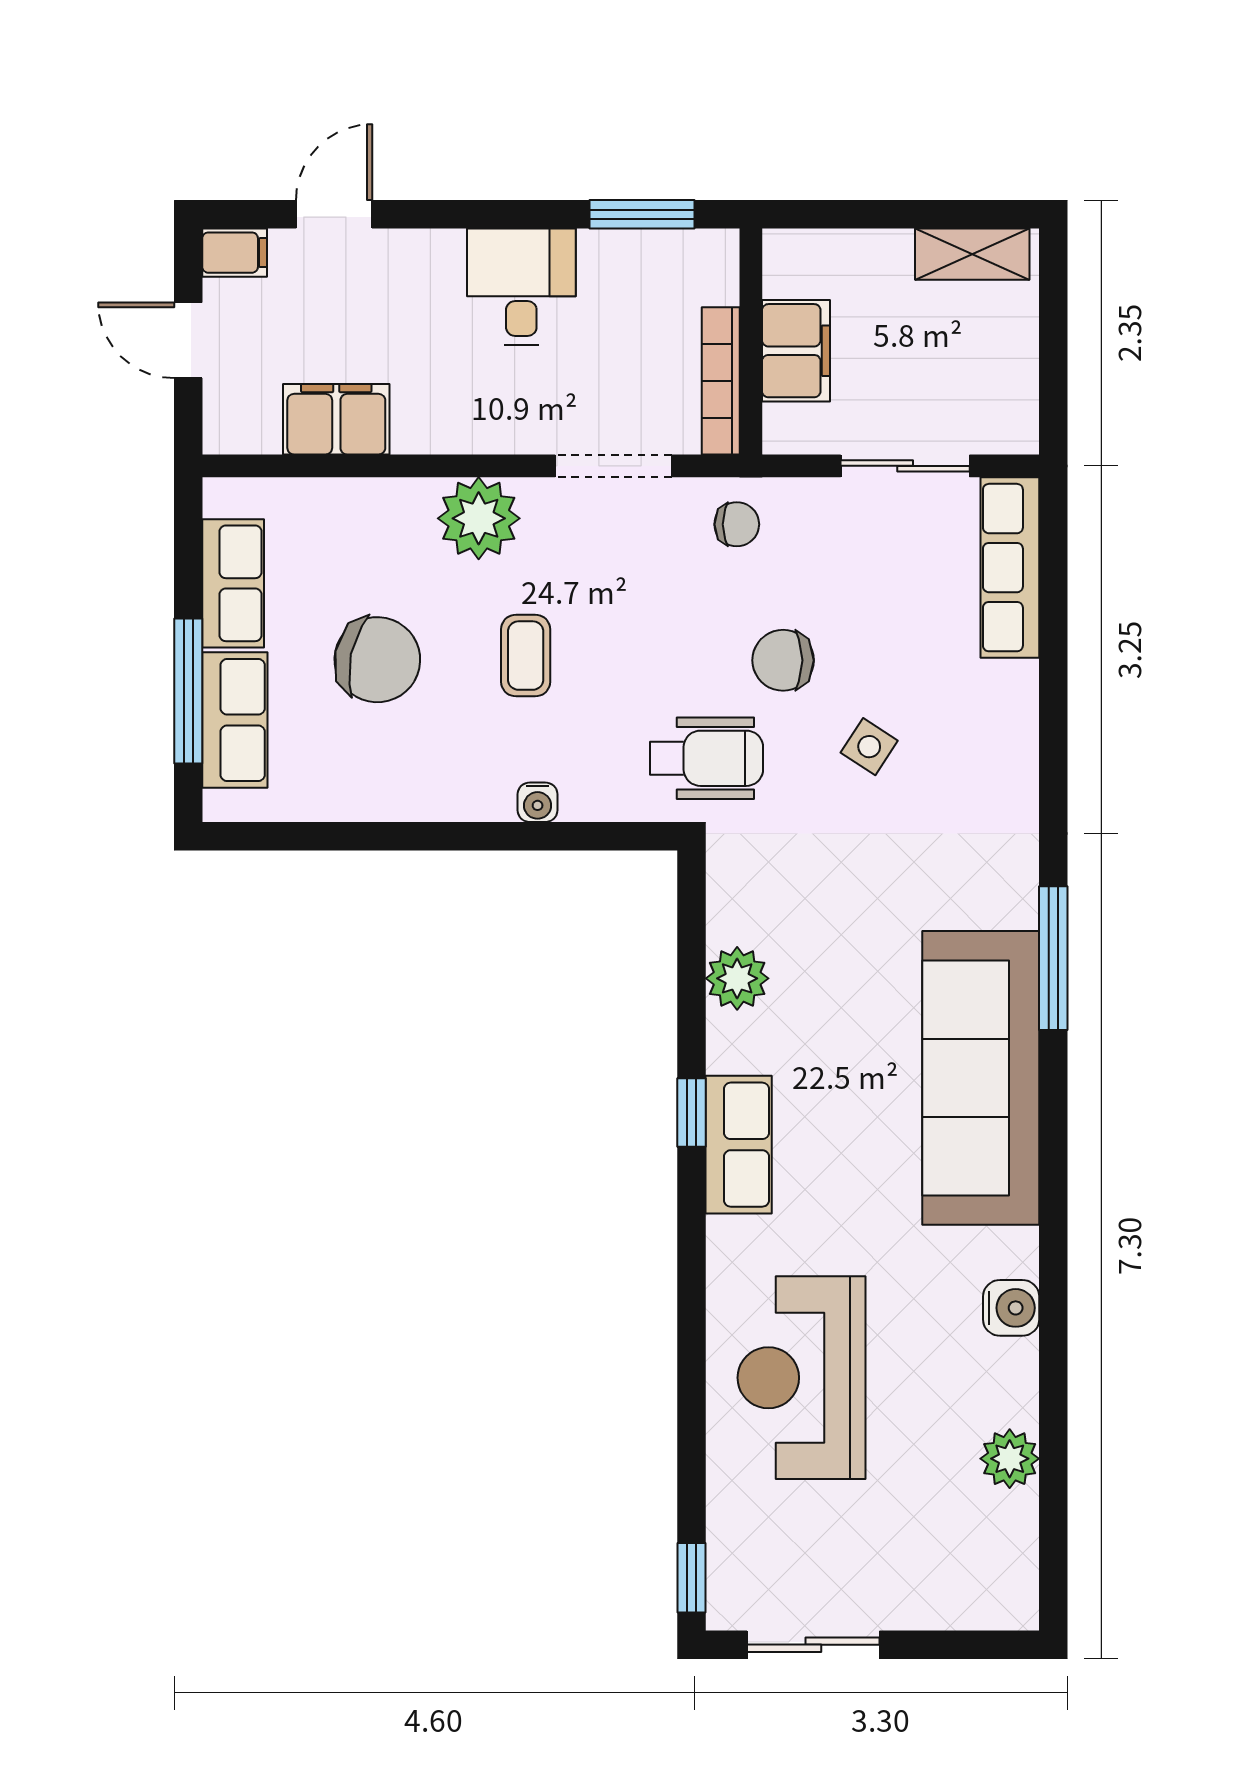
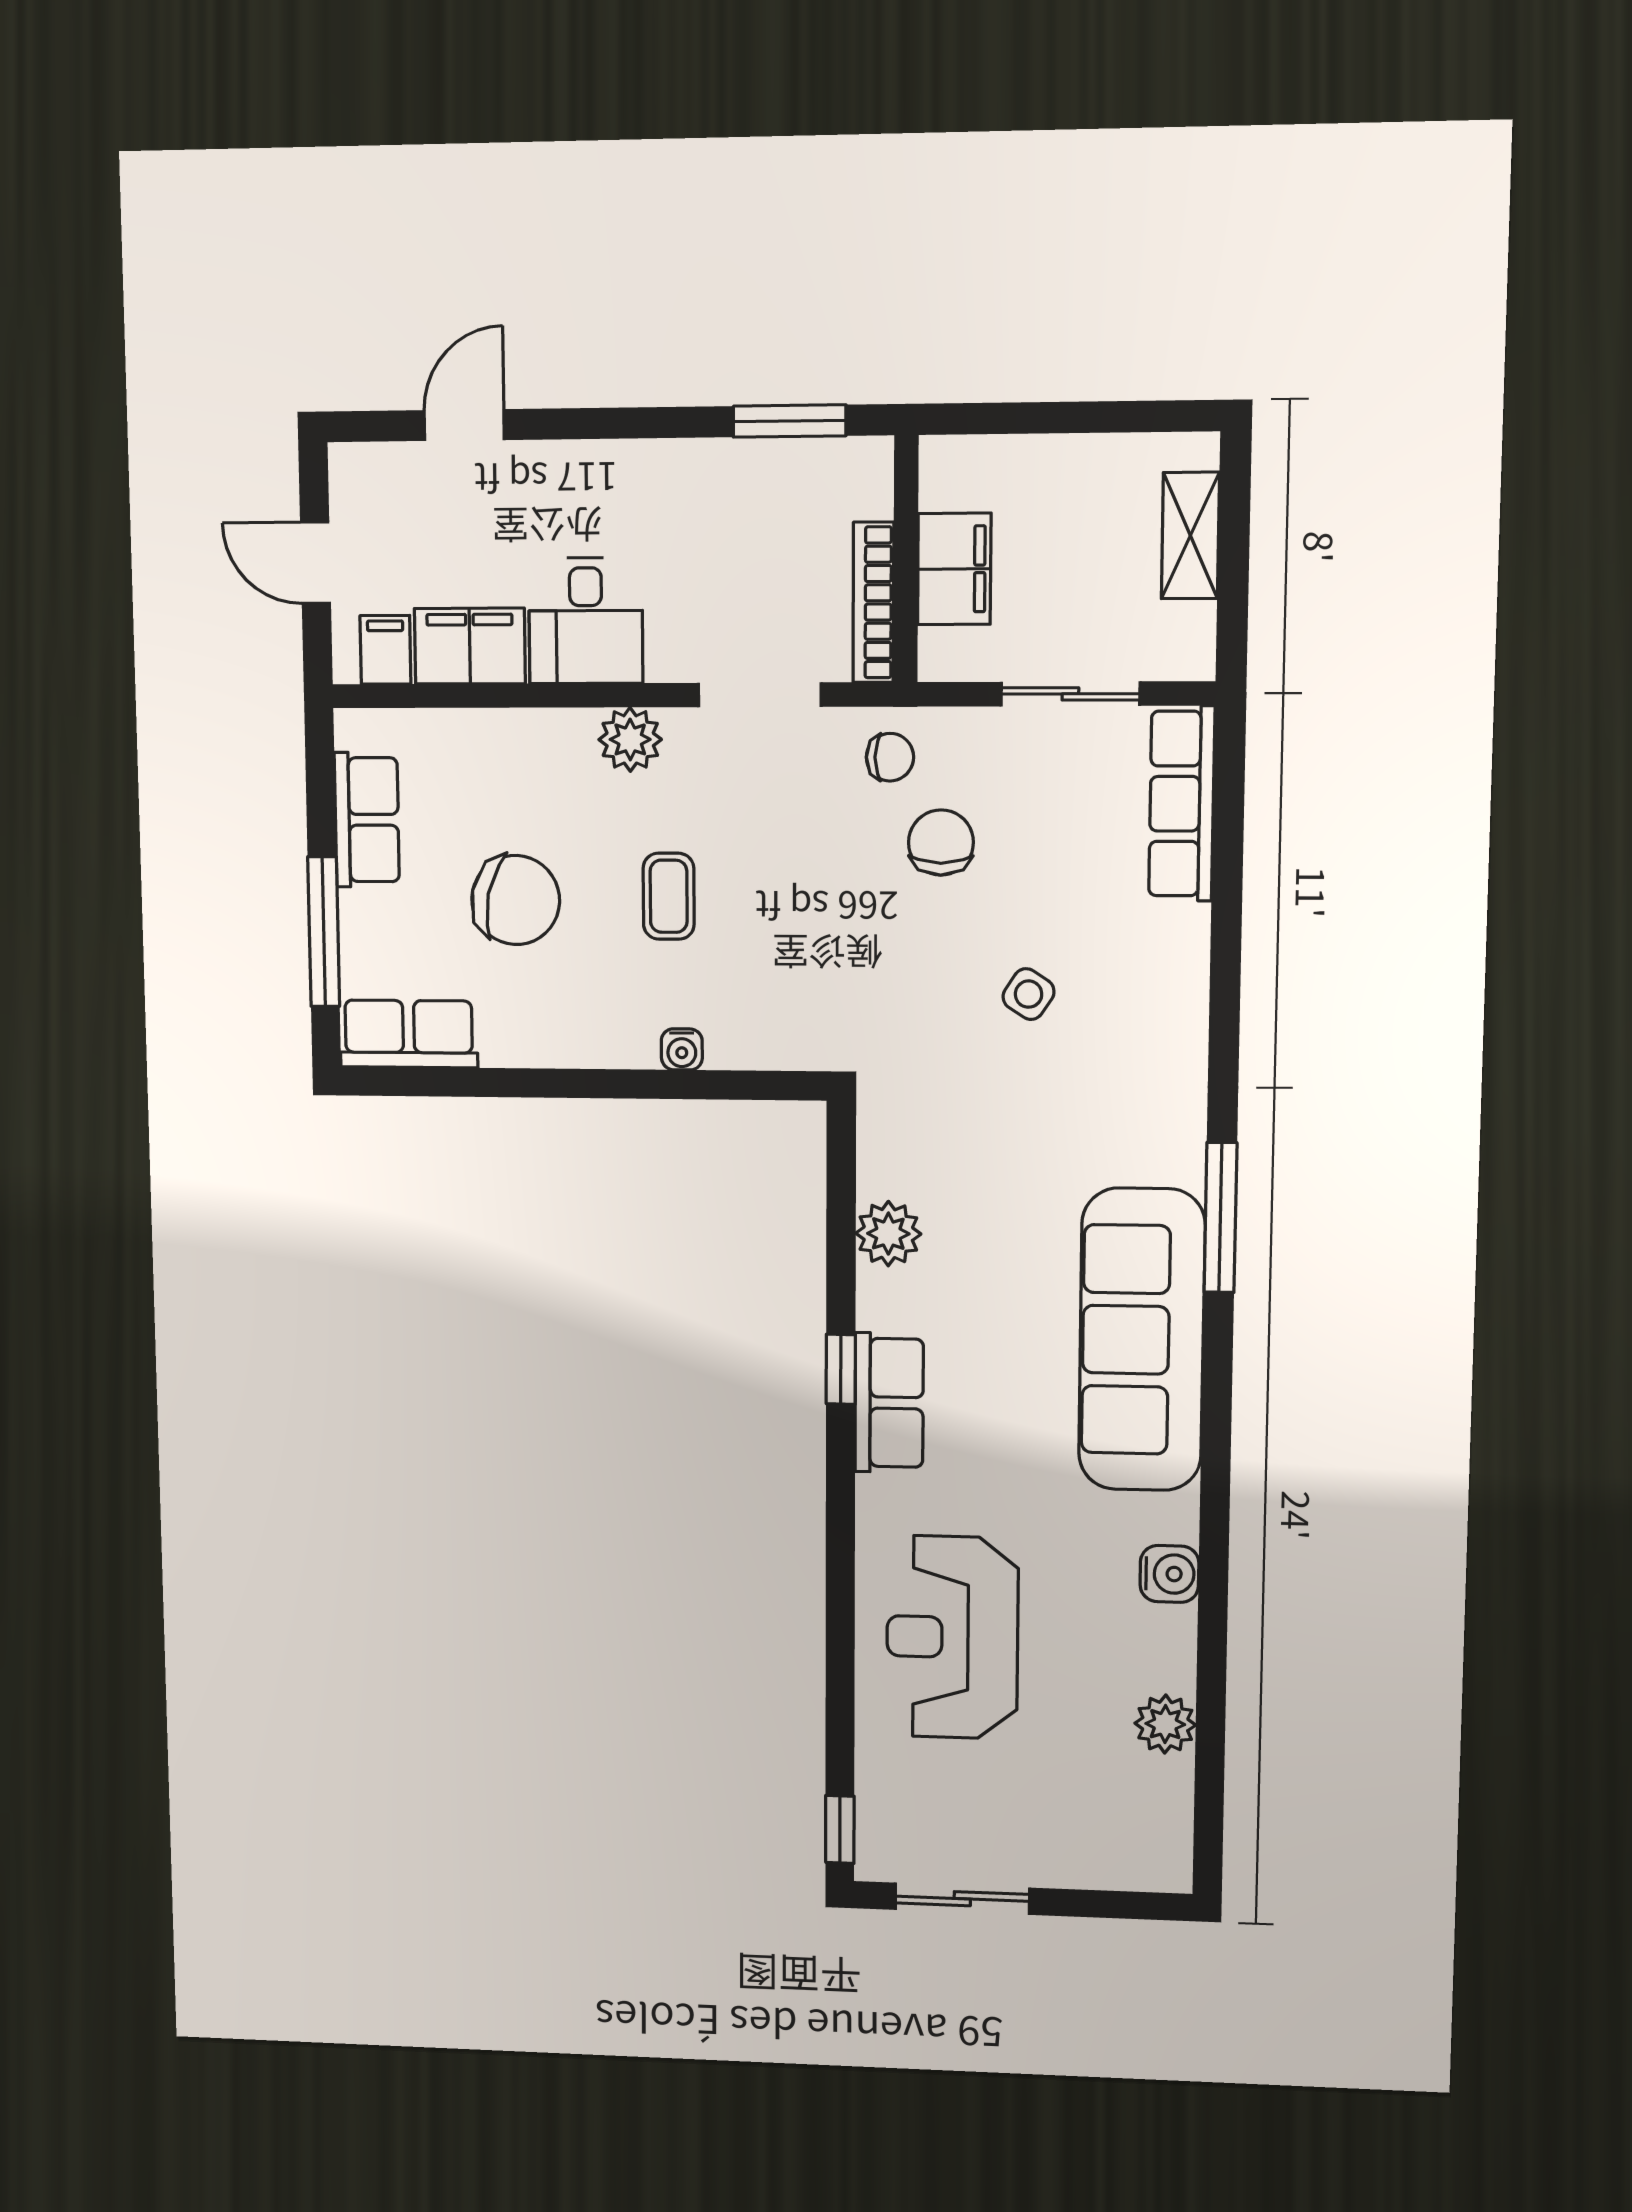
filing cabinet: (235, 253) -> (385, 650), moved, turned -90
shelving: (972, 254) -> (1190, 536), moved, turned 90
desk: (521, 287) -> (586, 621), moved, turned 180
plant: (479, 518) -> (630, 739), width x0.73, depth x0.73
chair: (783, 660) -> (941, 843), moved, turned 90
row of seats: (235, 720) -> (409, 1034), moved, turned -90
wheelchair: (706, 758) -> (857, 1005), removed

